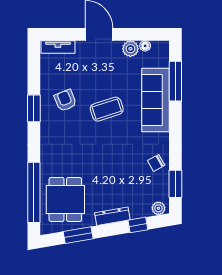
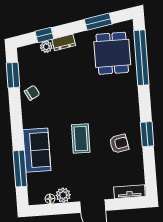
armchair: (65, 100) -> (119, 144), turned -78
sofa: (156, 100) -> (37, 150), width x0.73
coffee table: (107, 109) -> (81, 139), turned -71
plant: (158, 208) -> (46, 47), moved
dresser: (112, 216) -> (64, 42), width x0.70

